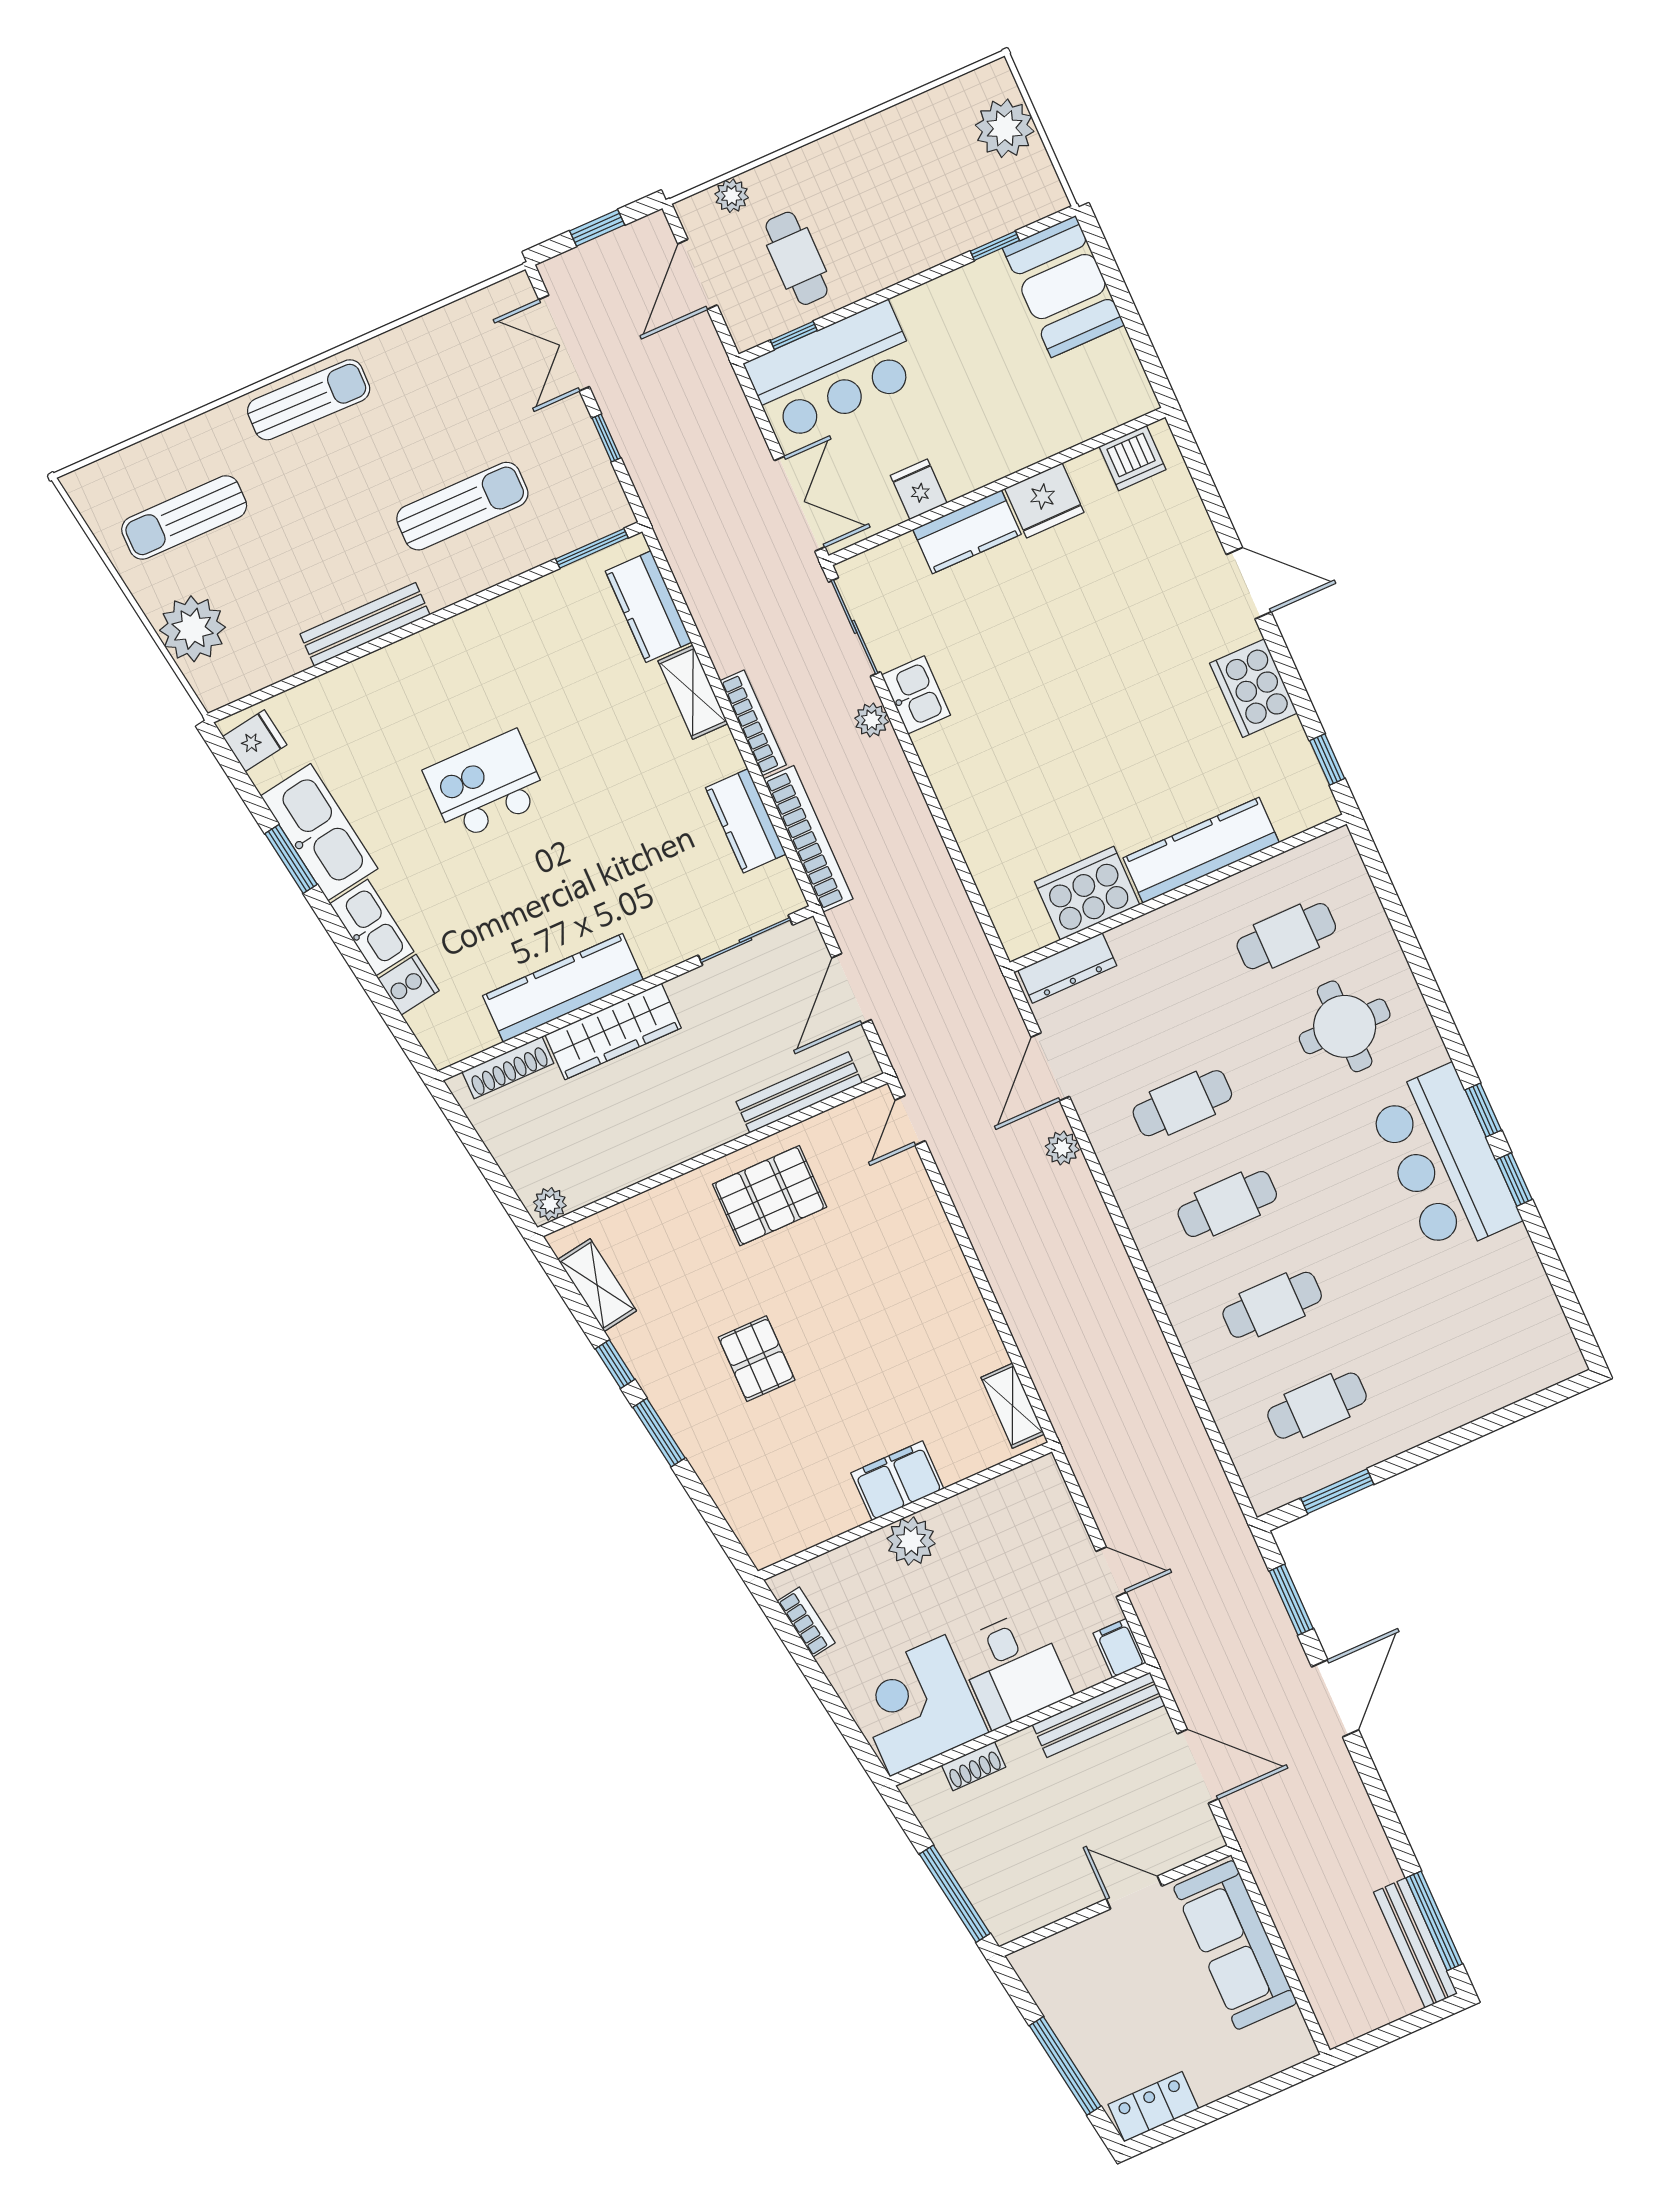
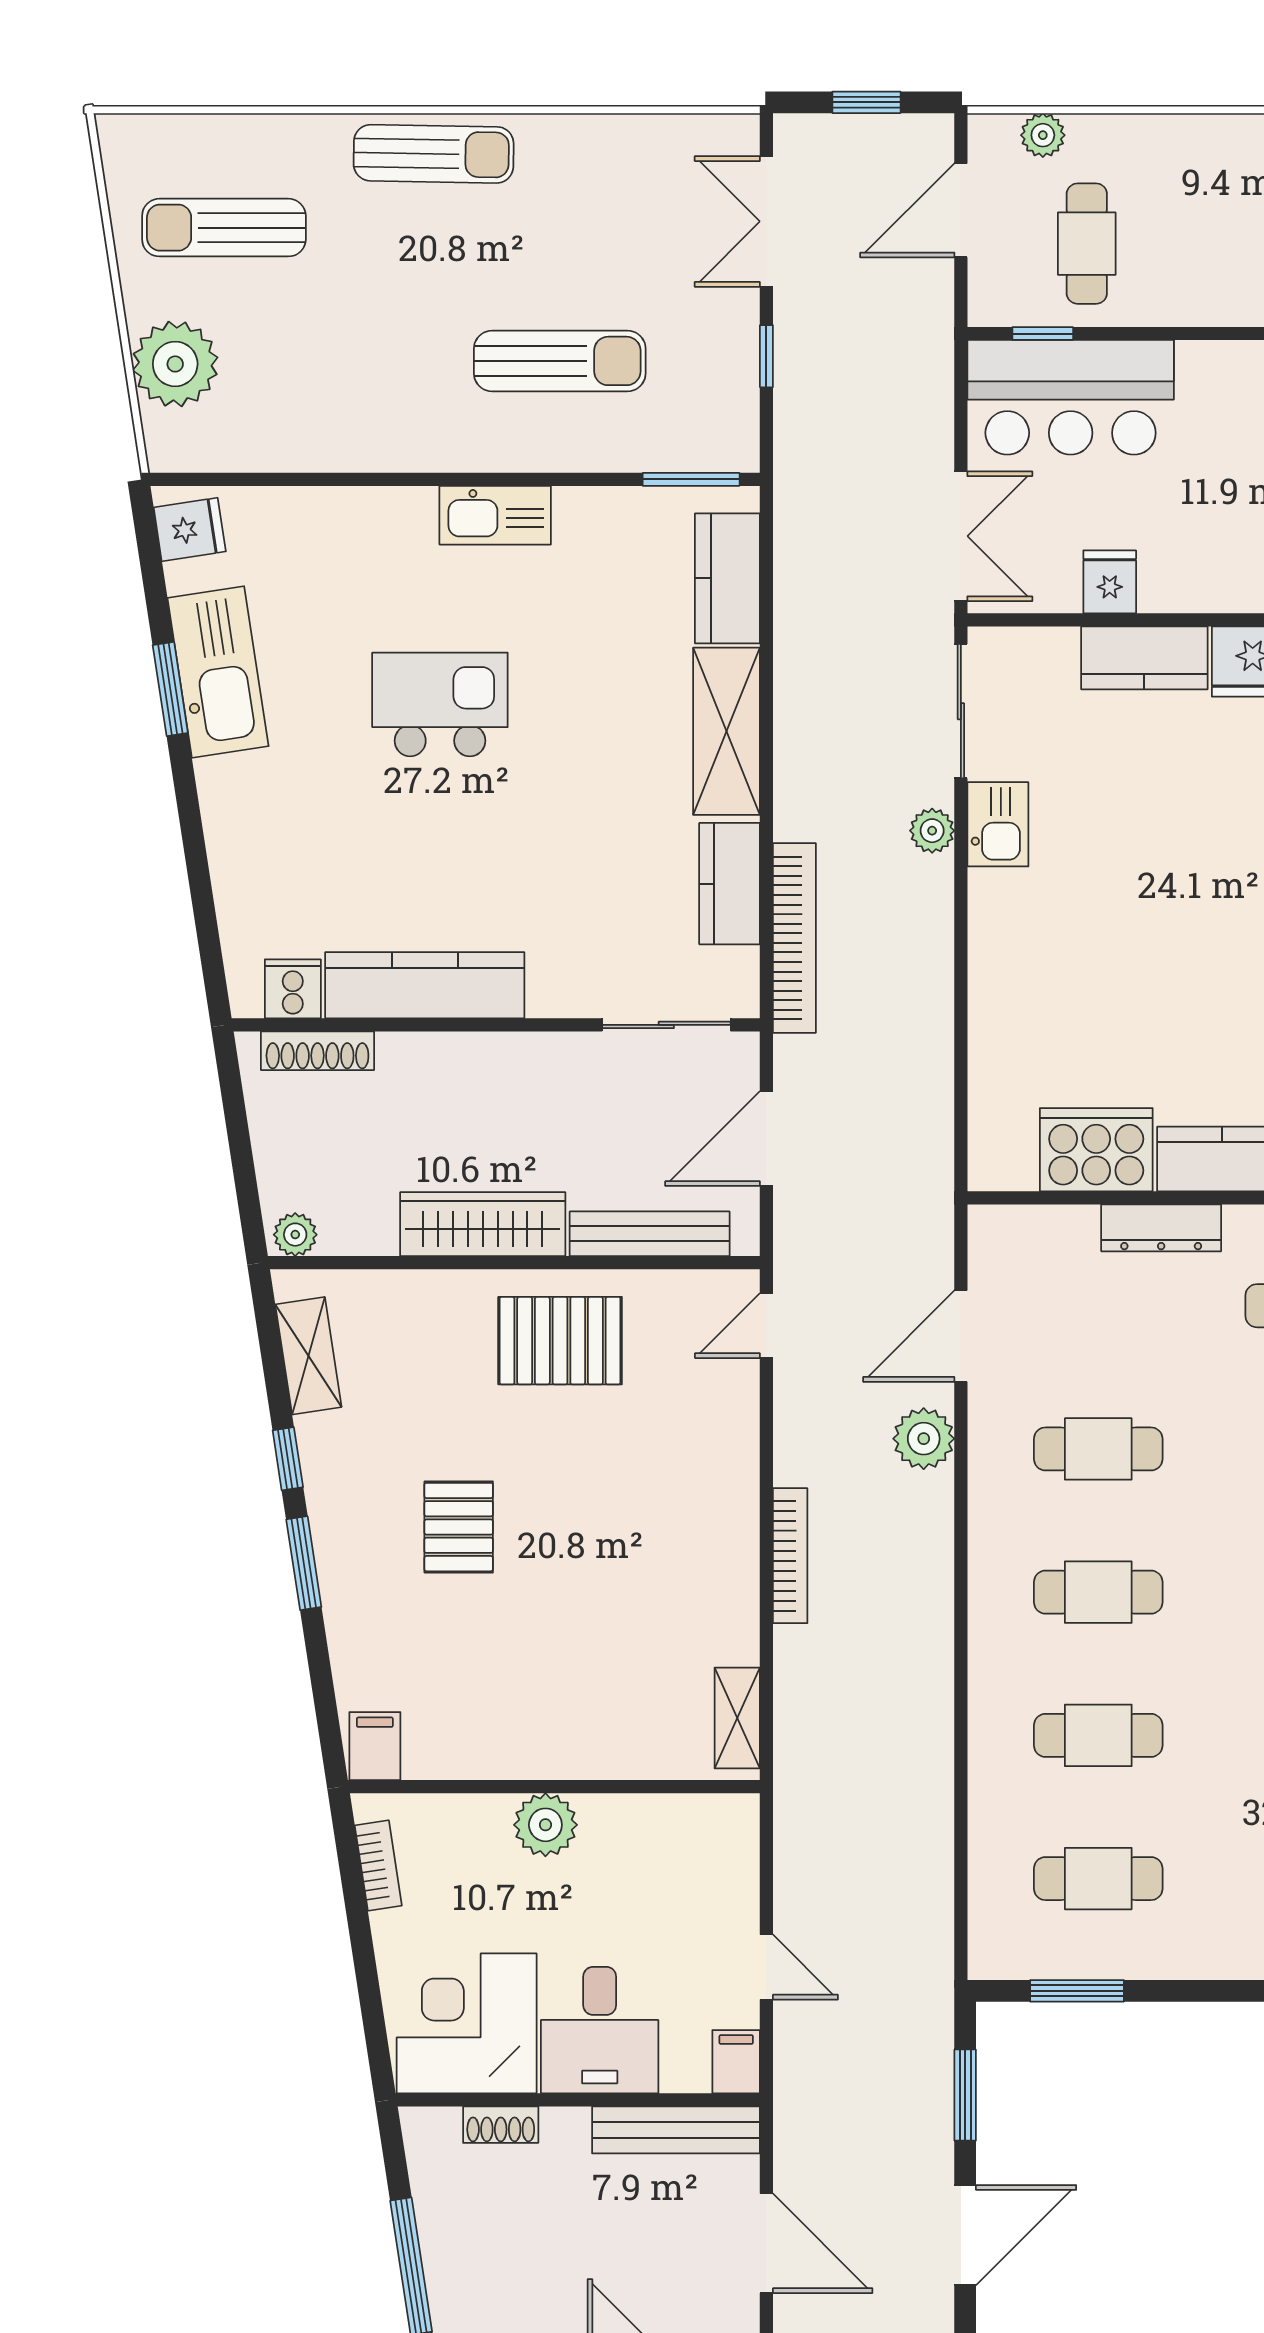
bench: (365, 624) -> (382, 450), removed
shelving: (693, 692) -> (726, 731), width x1.50, depth x1.33
bookcase: (753, 723) -> (790, 1556), moved
kitchen sink: (372, 928) -> (495, 515), moved, turned 99
dresser: (1067, 968) -> (1161, 1228), moved
cooker: (409, 985) -> (293, 989), moved, turned -81
wardrobe: (613, 1031) -> (483, 1224), moved, turned 180
plant: (1062, 1148) -> (924, 1439), width x1.38, depth x1.38
filing cabinet: (897, 1481) -> (375, 1746), moved, width x0.50

